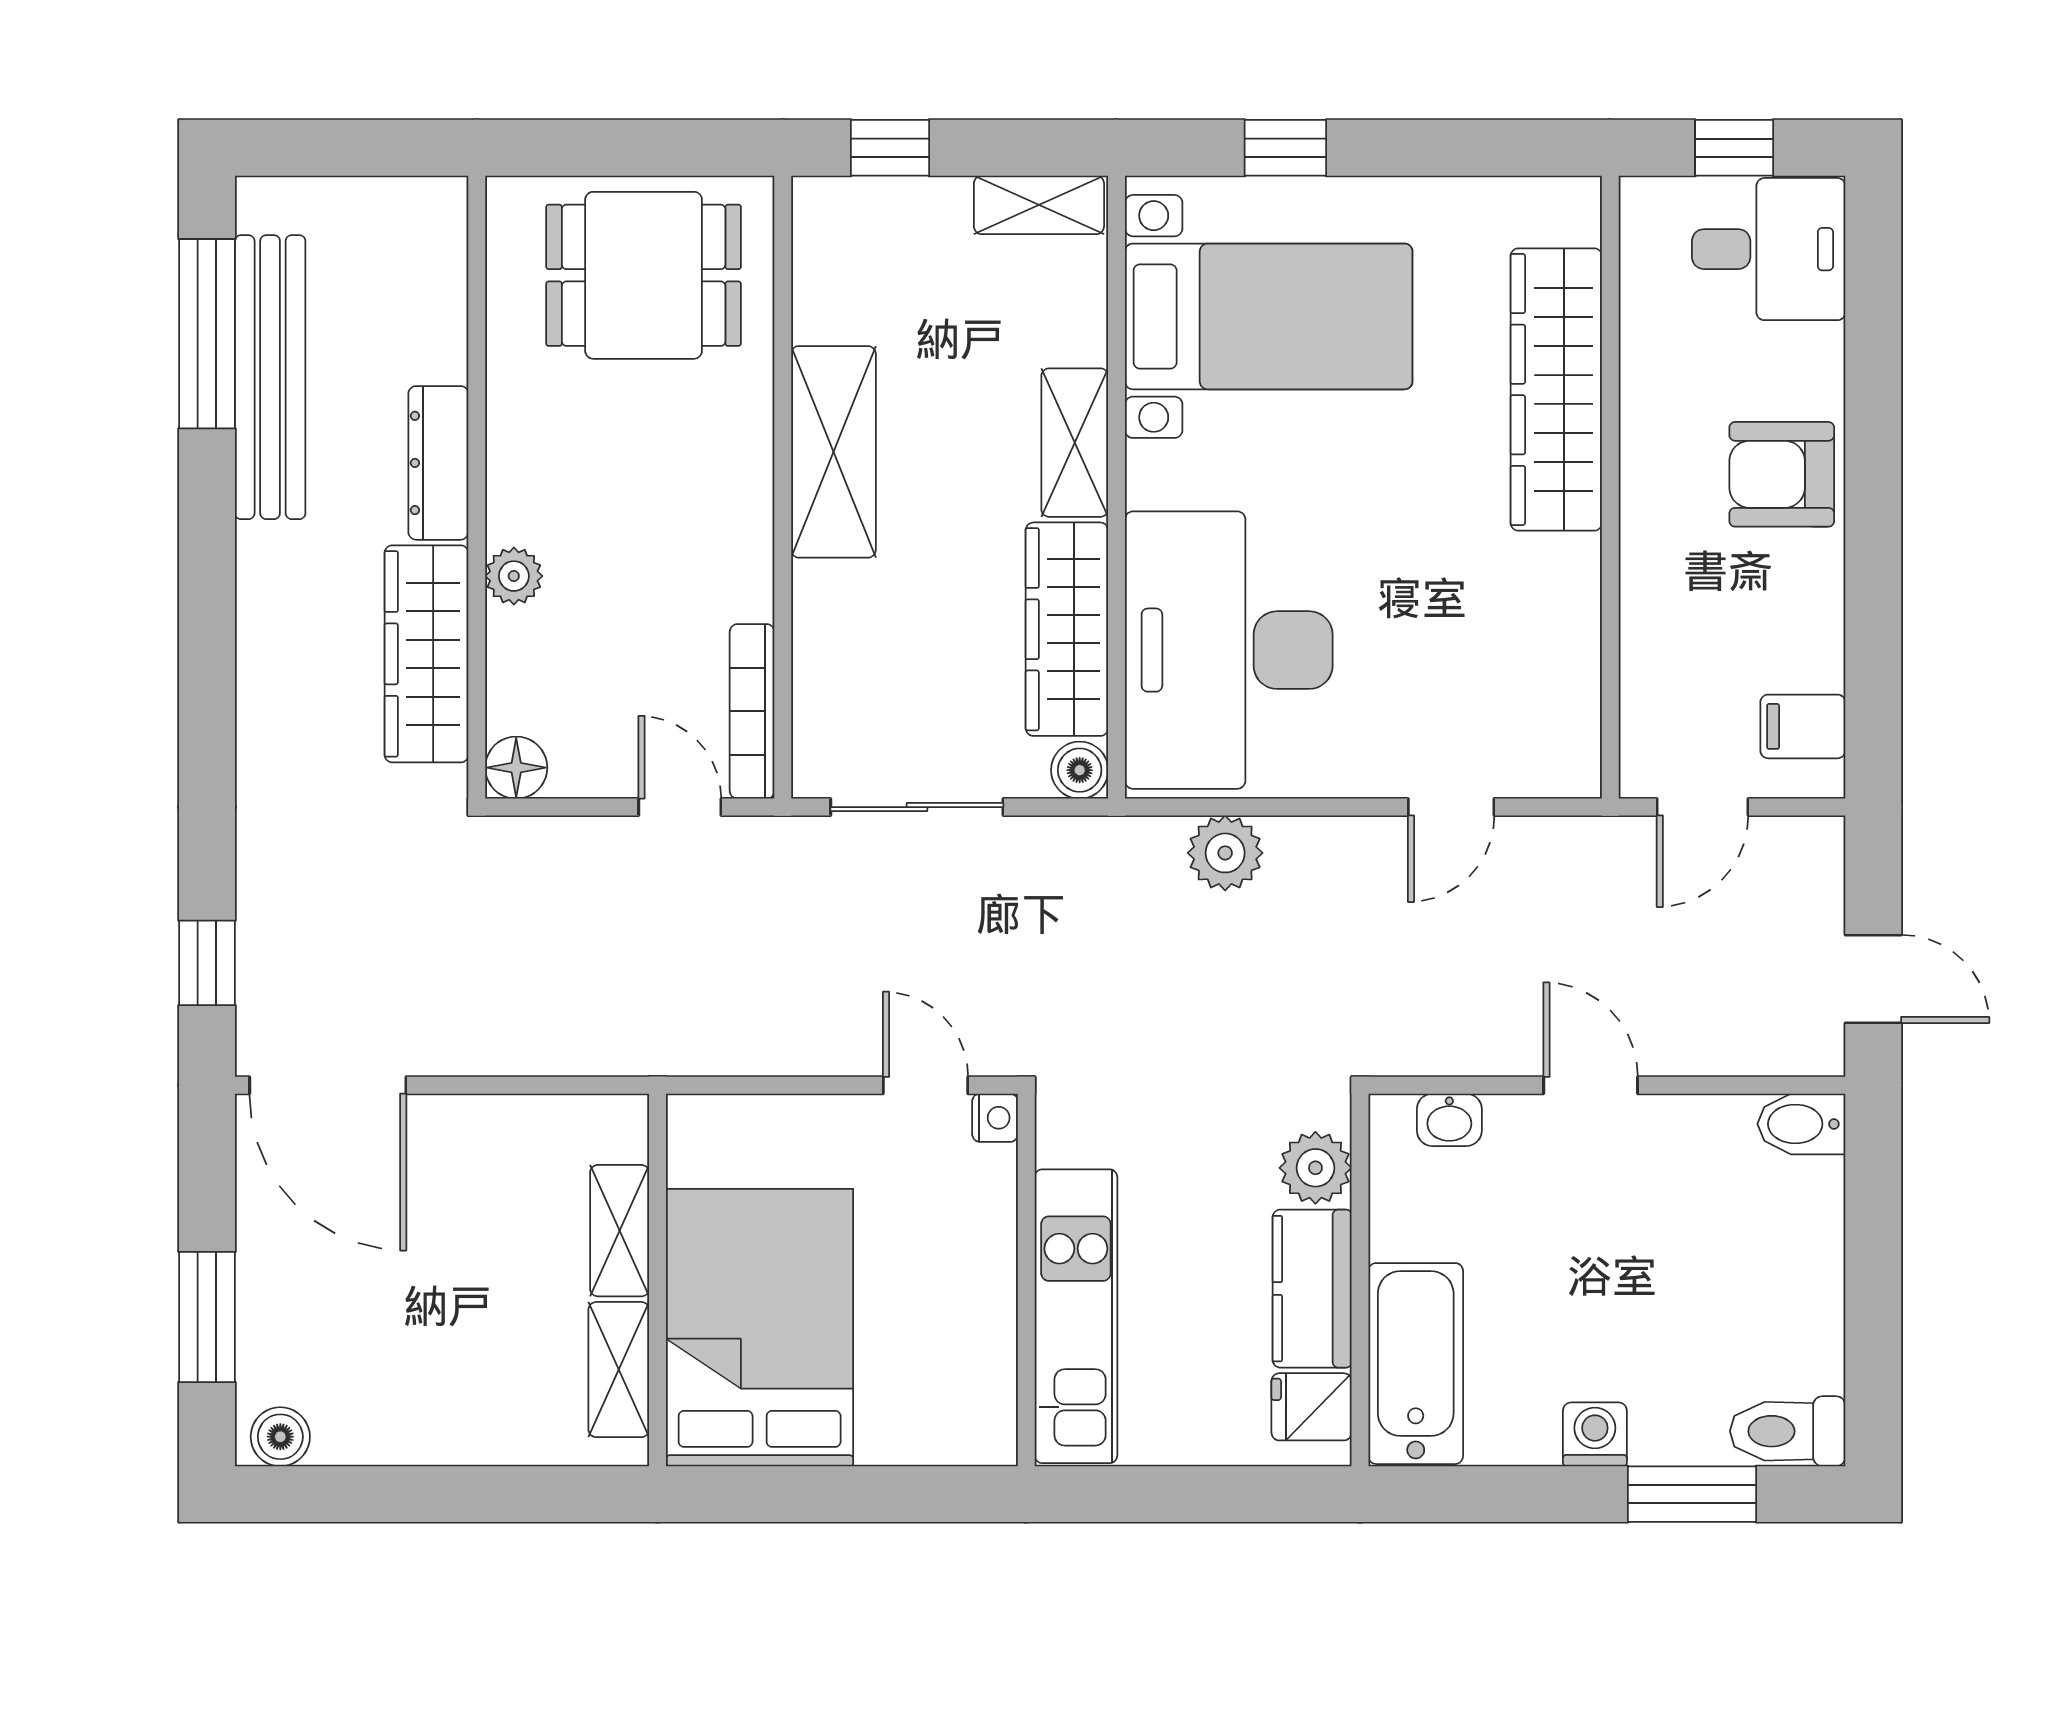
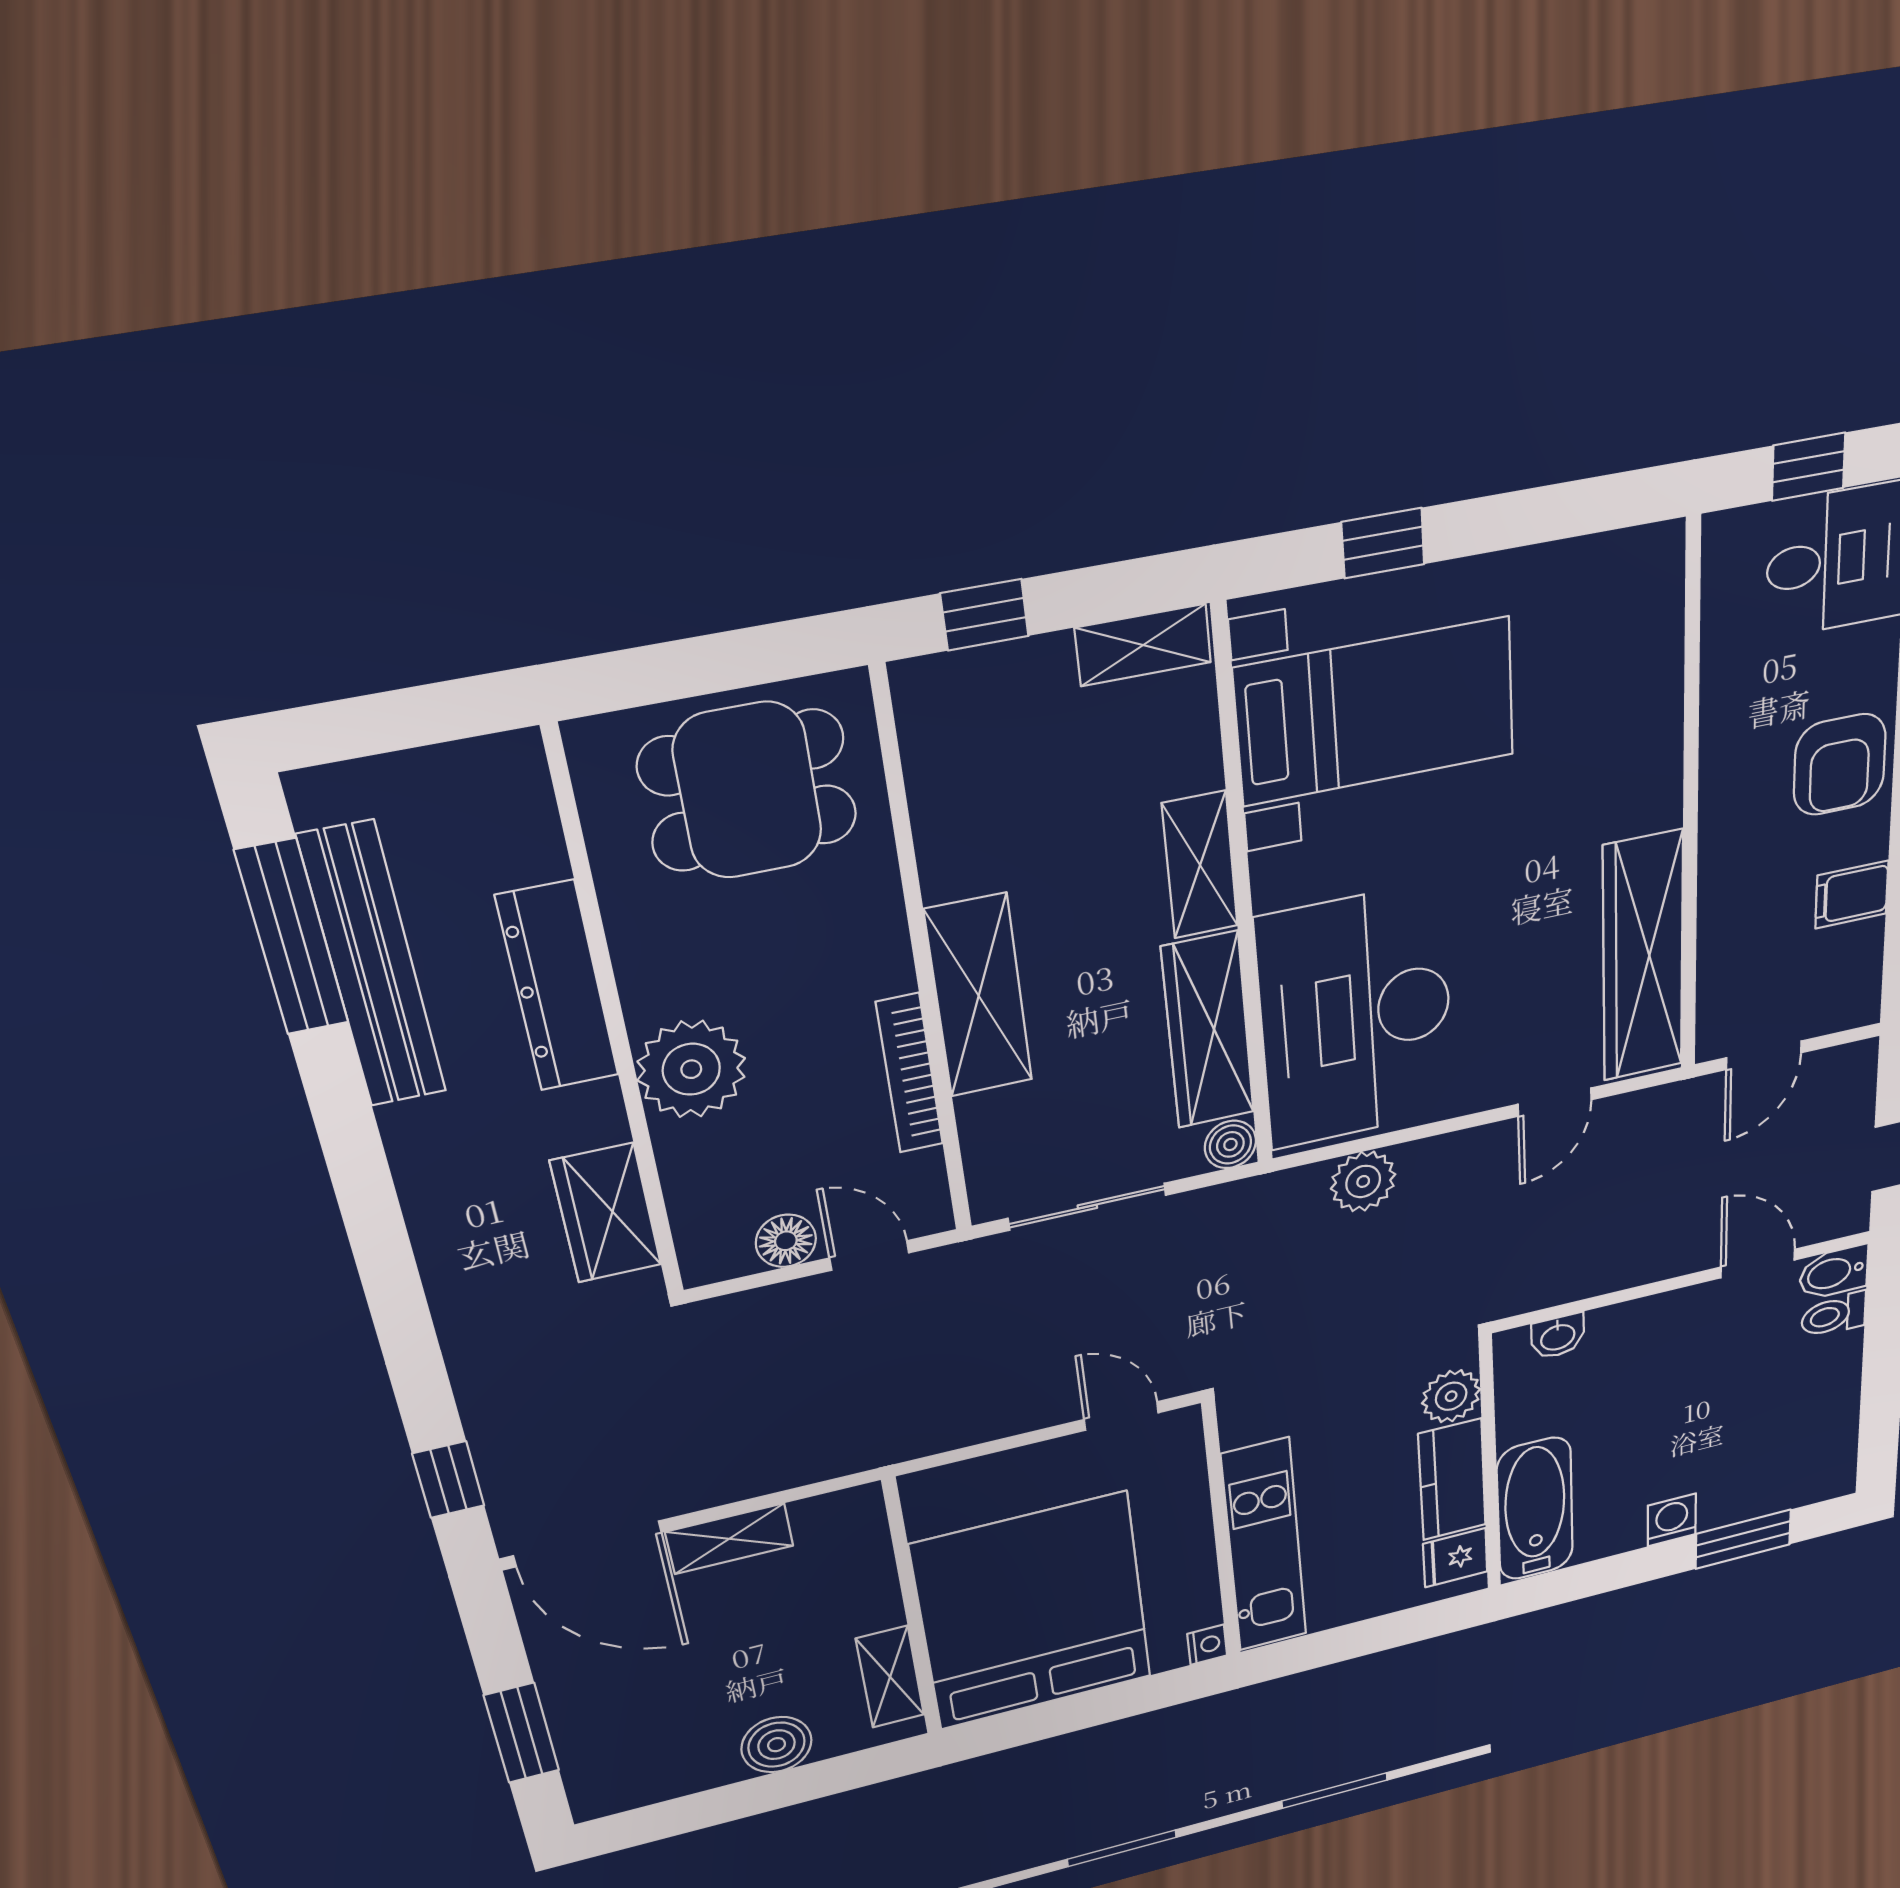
wardrobe: (1556, 390) -> (1643, 957), moved
shelving: (833, 452) -> (979, 996), moved
dresser: (438, 463) -> (558, 986), width x1.37, depth x1.24
armchair: (1782, 474) -> (1840, 764), turned -90
plant: (514, 576) -> (691, 1069), width x1.87, depth x1.87
wardrobe: (426, 654) -> (606, 1213), width x0.67
bookcase: (752, 711) -> (910, 1074), moved
filing cabinet: (1803, 726) -> (1852, 895), moved
floor lamp: (516, 768) -> (786, 1241), moved
door: (1591, 1085) -> (1758, 1264), moved
nightstand: (995, 1118) -> (1207, 1645), moved
shelving: (620, 1231) -> (729, 1539), moved, turned 90
bed: (760, 1328) -> (1033, 1612), width x1.36
toilet: (1788, 1431) -> (1834, 1315), moved, width x0.73, depth x0.72
boiler: (280, 1437) -> (777, 1745), moved, width x1.36, depth x1.36

